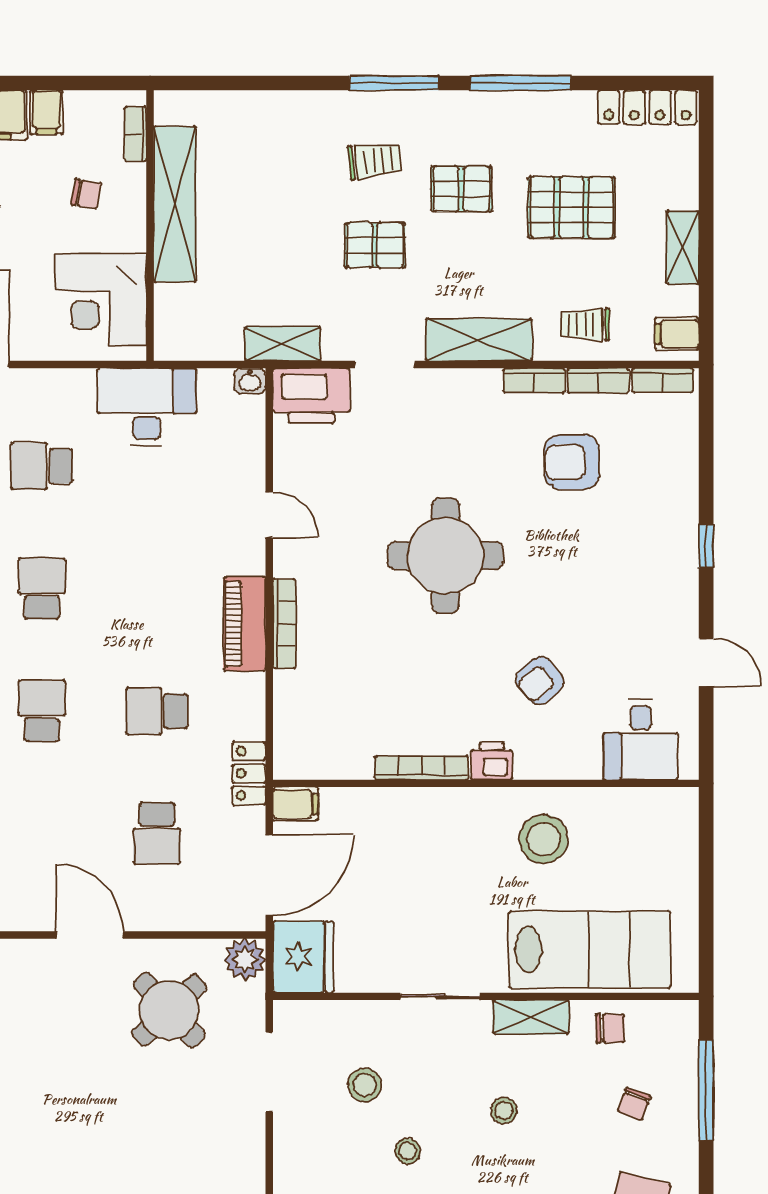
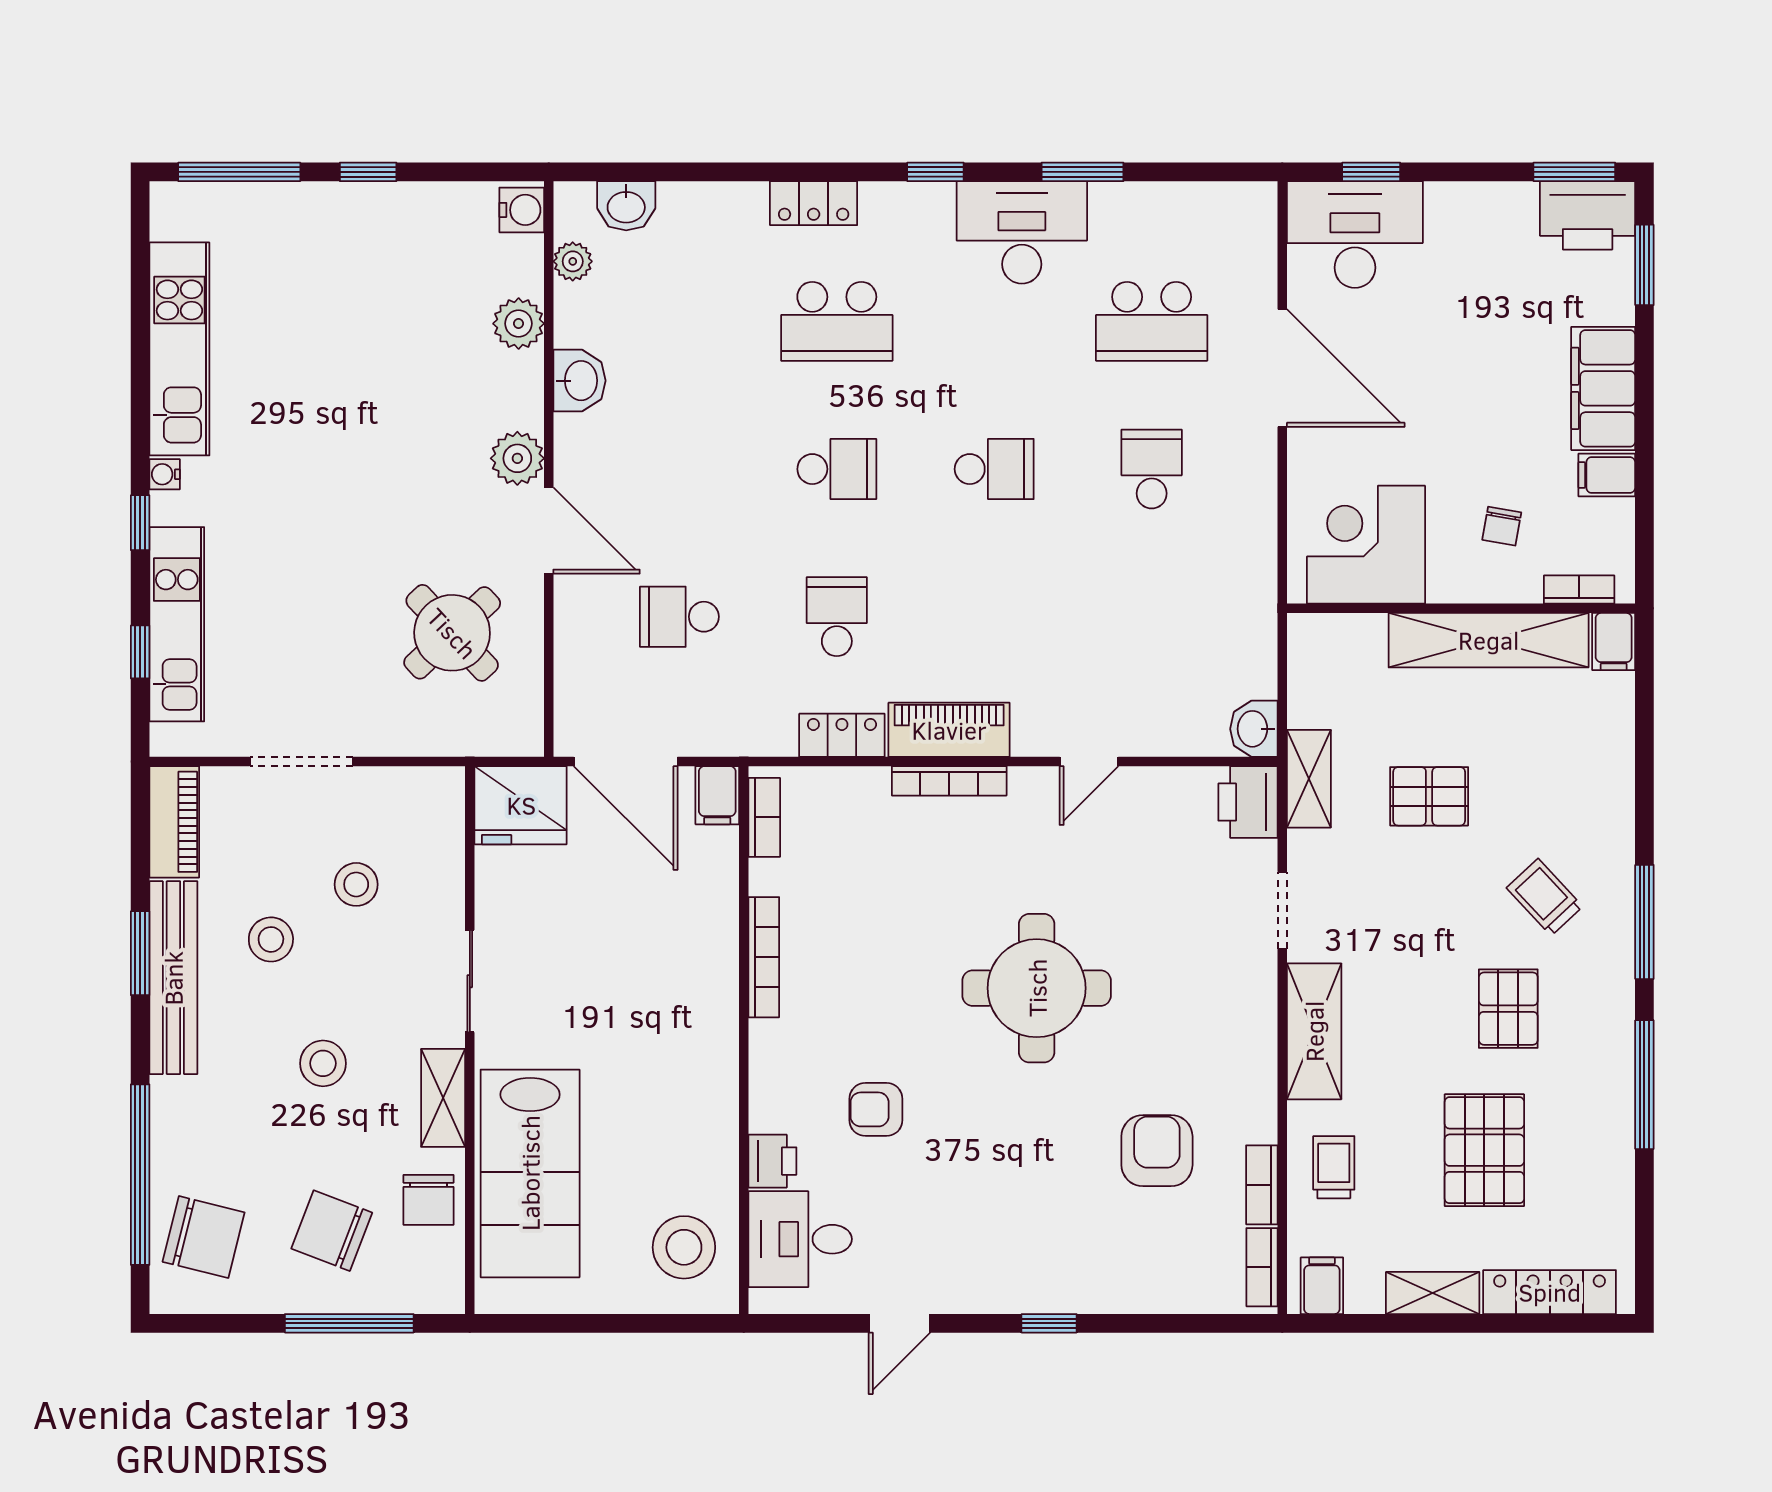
filing cabinet: (176, 107) -> (1614, 642), added
locker: (647, 107) -> (1550, 1292), moved, turned 90
trolley: (375, 161) -> (1545, 897), turned 143
pallet: (375, 245) -> (1429, 796), moved, turned 90
washbasin: (250, 381) -> (1254, 729), width x1.38, depth x1.45
bookcase: (534, 381) -> (764, 817), moved, turned 180
printer: (311, 396) -> (1248, 802), width x0.73, depth x0.84
desk: (147, 407) -> (1228, 604), removed
armchair: (540, 681) -> (876, 1109), turned -50
printer: (492, 761) -> (772, 1161), moved
locker: (249, 773) -> (842, 735), moved
stool: (543, 839) -> (684, 1247), moved
door: (90, 935) -> (549, 531), hinge flipped
plant: (245, 959) -> (517, 458), moved
chair: (610, 1028) -> (429, 1200), width x1.37, depth x1.37
doorway: (269, 1072) -> (301, 762), moved
chair: (634, 1104) -> (332, 1231), width x1.87, depth x1.87
stool: (504, 1111) -> (323, 1063), width x1.37, depth x1.37
stool: (408, 1151) -> (271, 939), width x1.37, depth x1.37

